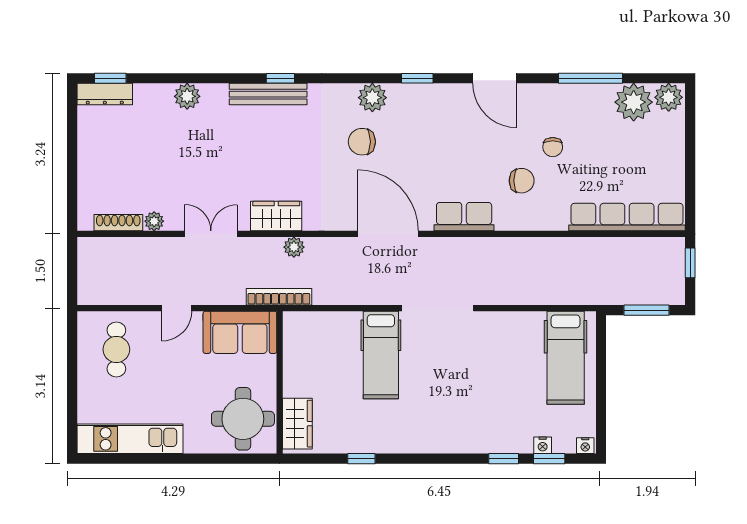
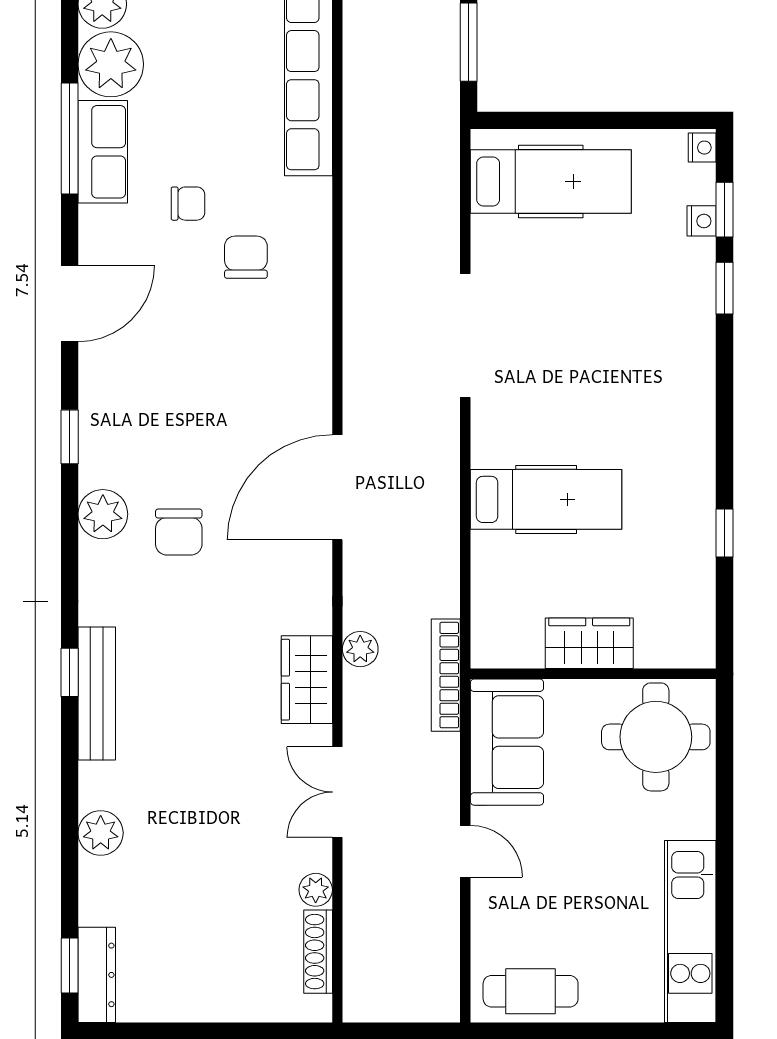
row of seats: (464, 217) -> (103, 152), moved, turned 180
doorway: (438, 308) -> (465, 335), moved
cafe table: (116, 349) -> (531, 991), moved
wardrobe: (297, 424) -> (589, 643), moved

